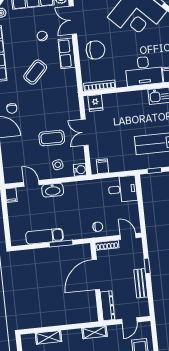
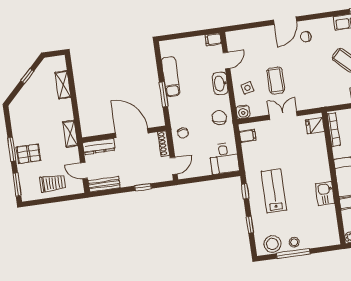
chair: (84, 192) -> (219, 118), added
bench: (141, 283) -> (104, 184), moved

